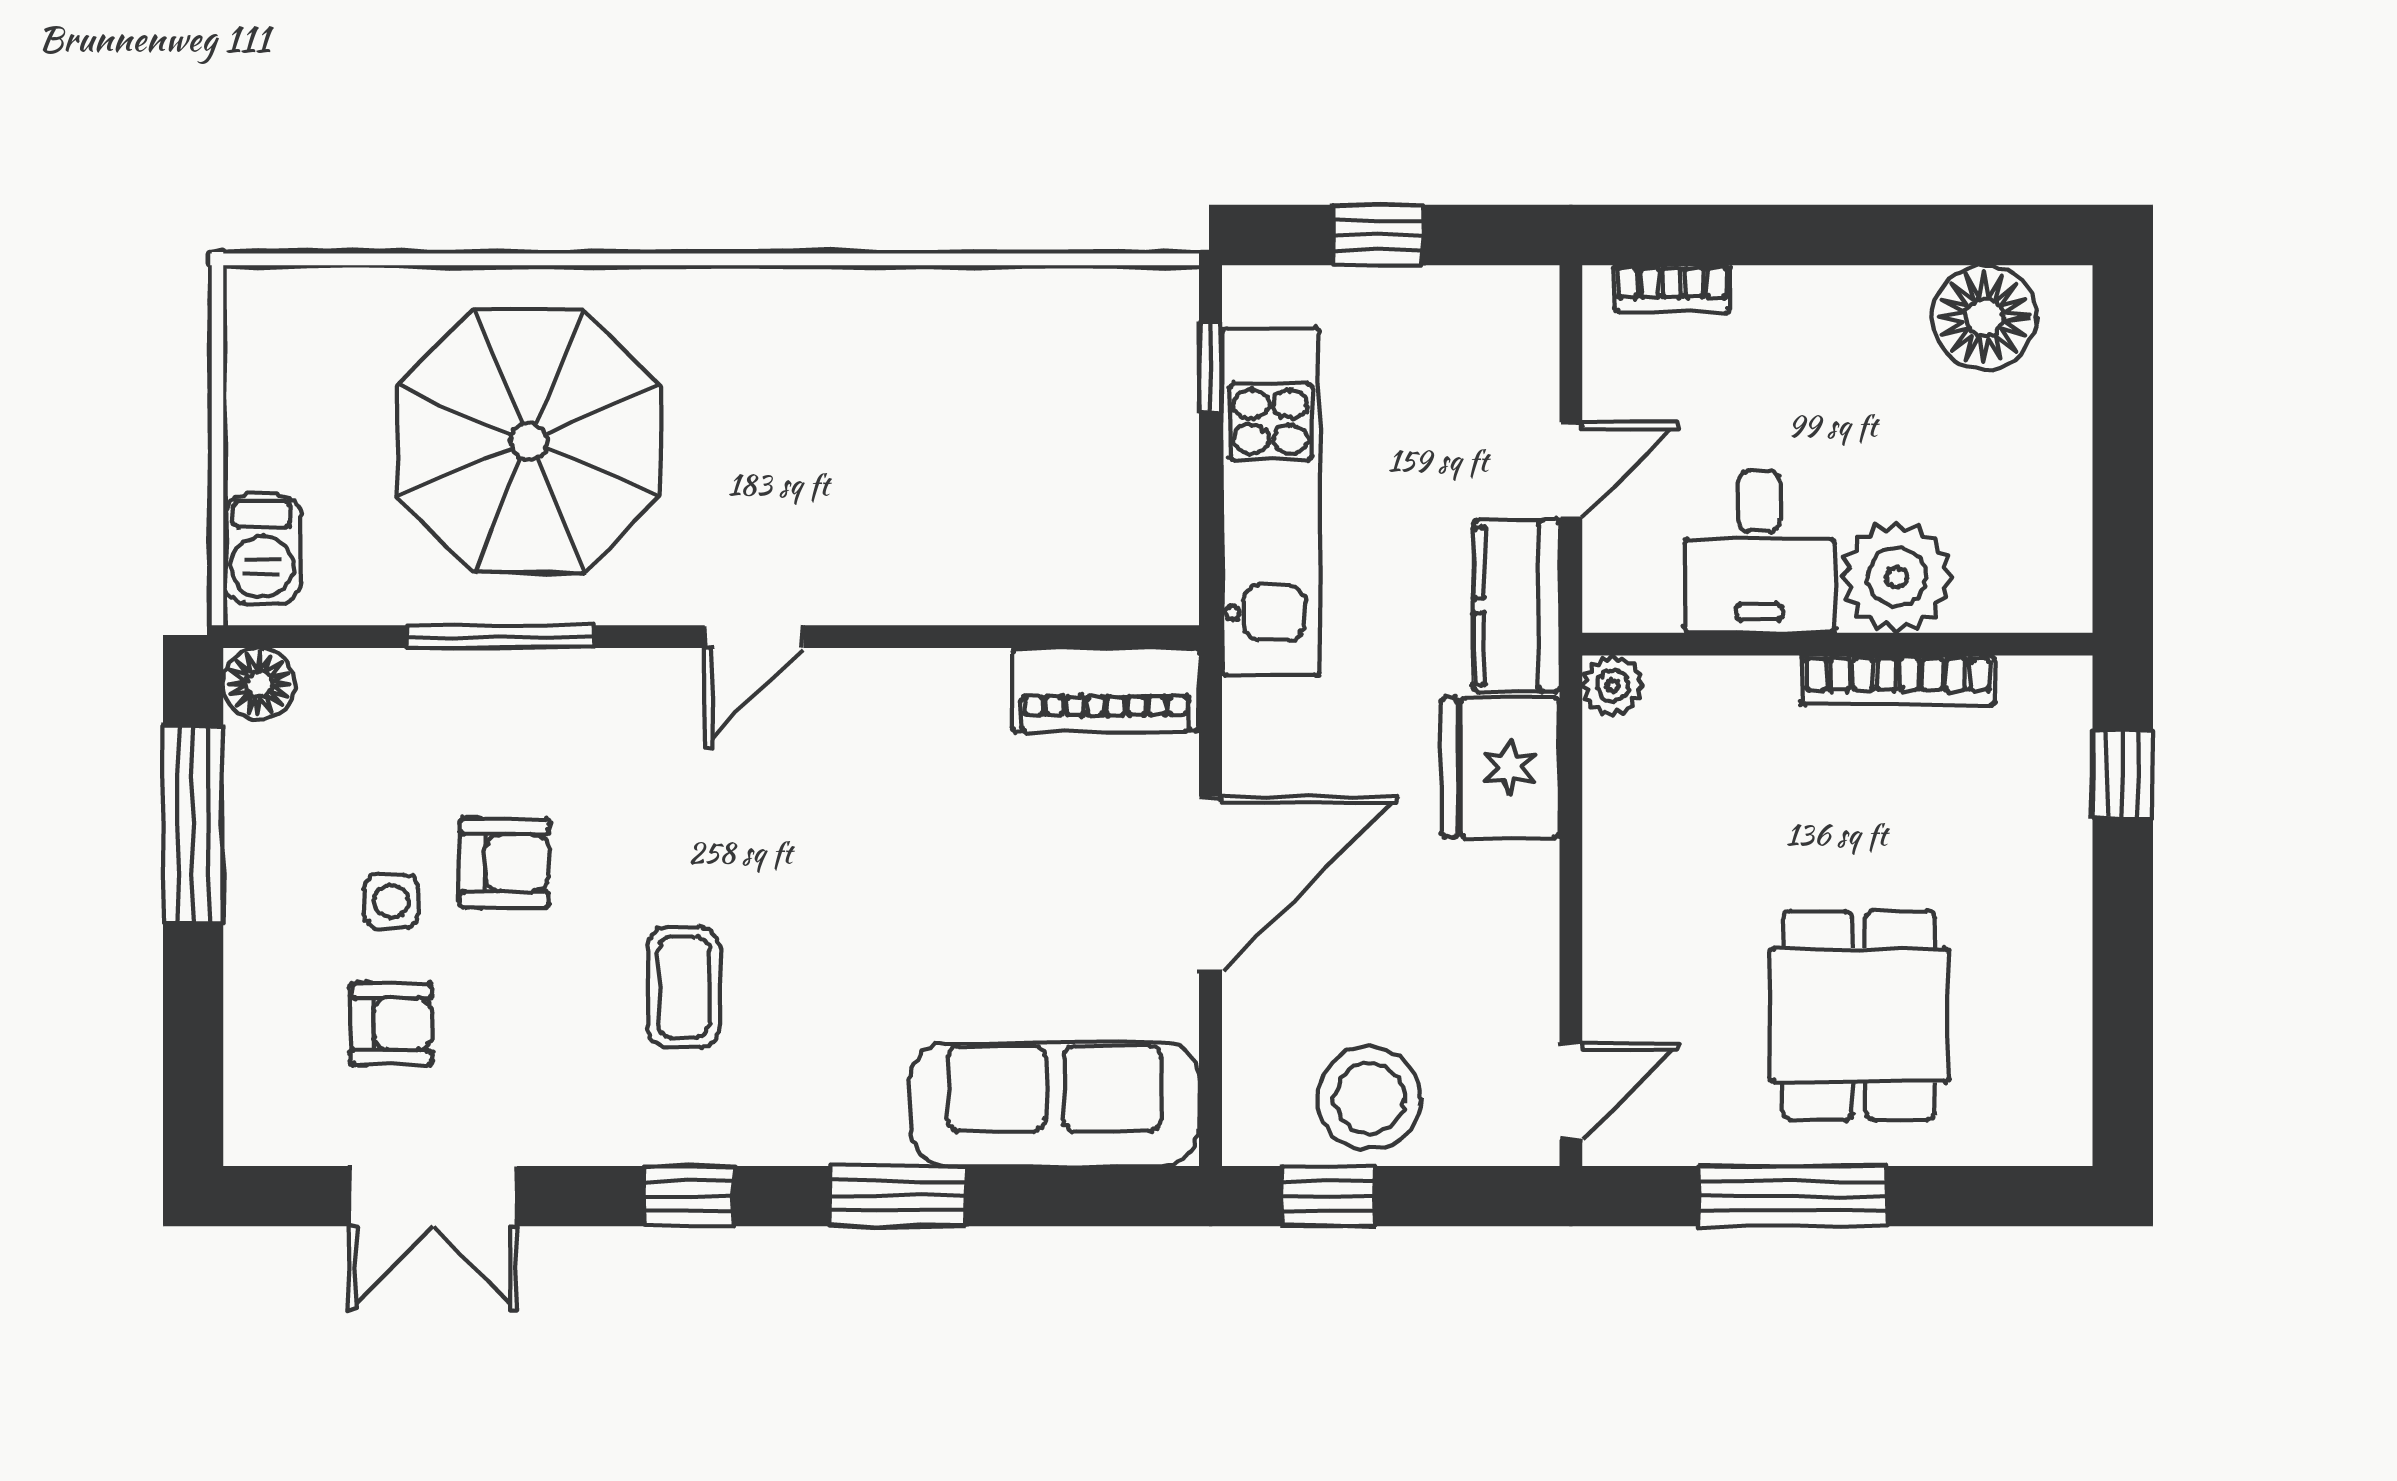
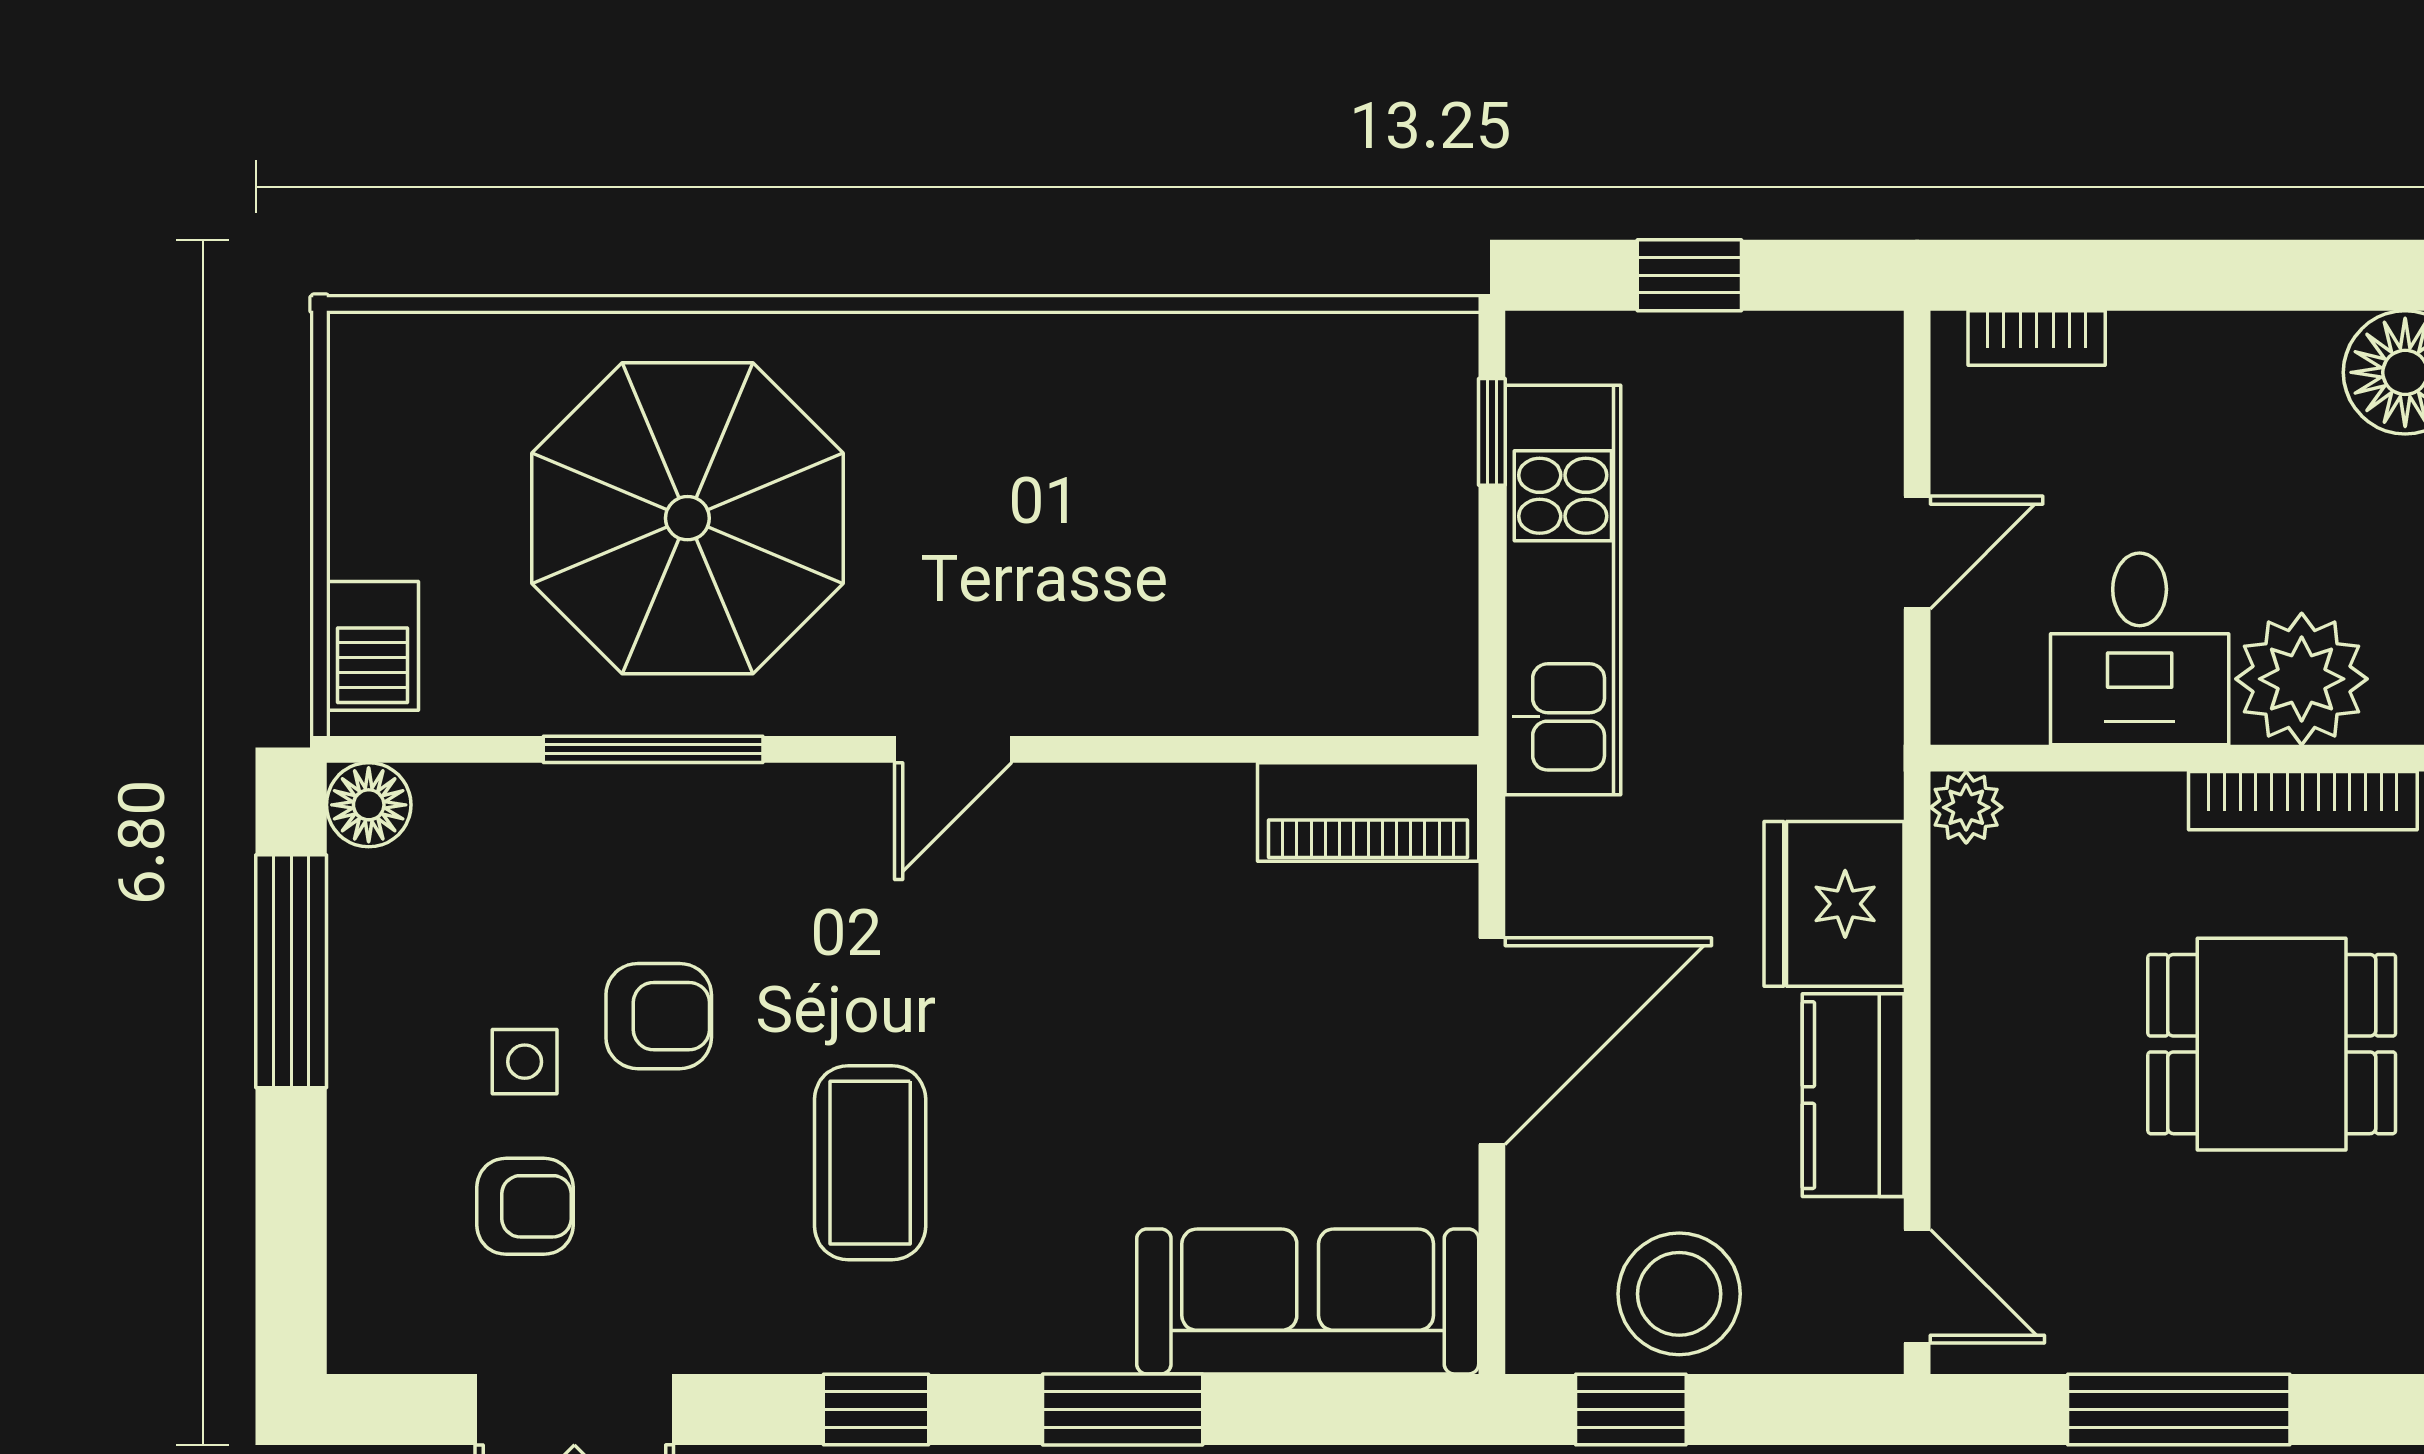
kitchen counter: (1517, 606) -> (1853, 1095), moved
coffee table: (684, 987) -> (870, 1163), width x1.36, depth x1.30
dining table: (1859, 1015) -> (2272, 1044), moved, turned 90
door: (1571, 1092) -> (1917, 1286), hinge flipped

